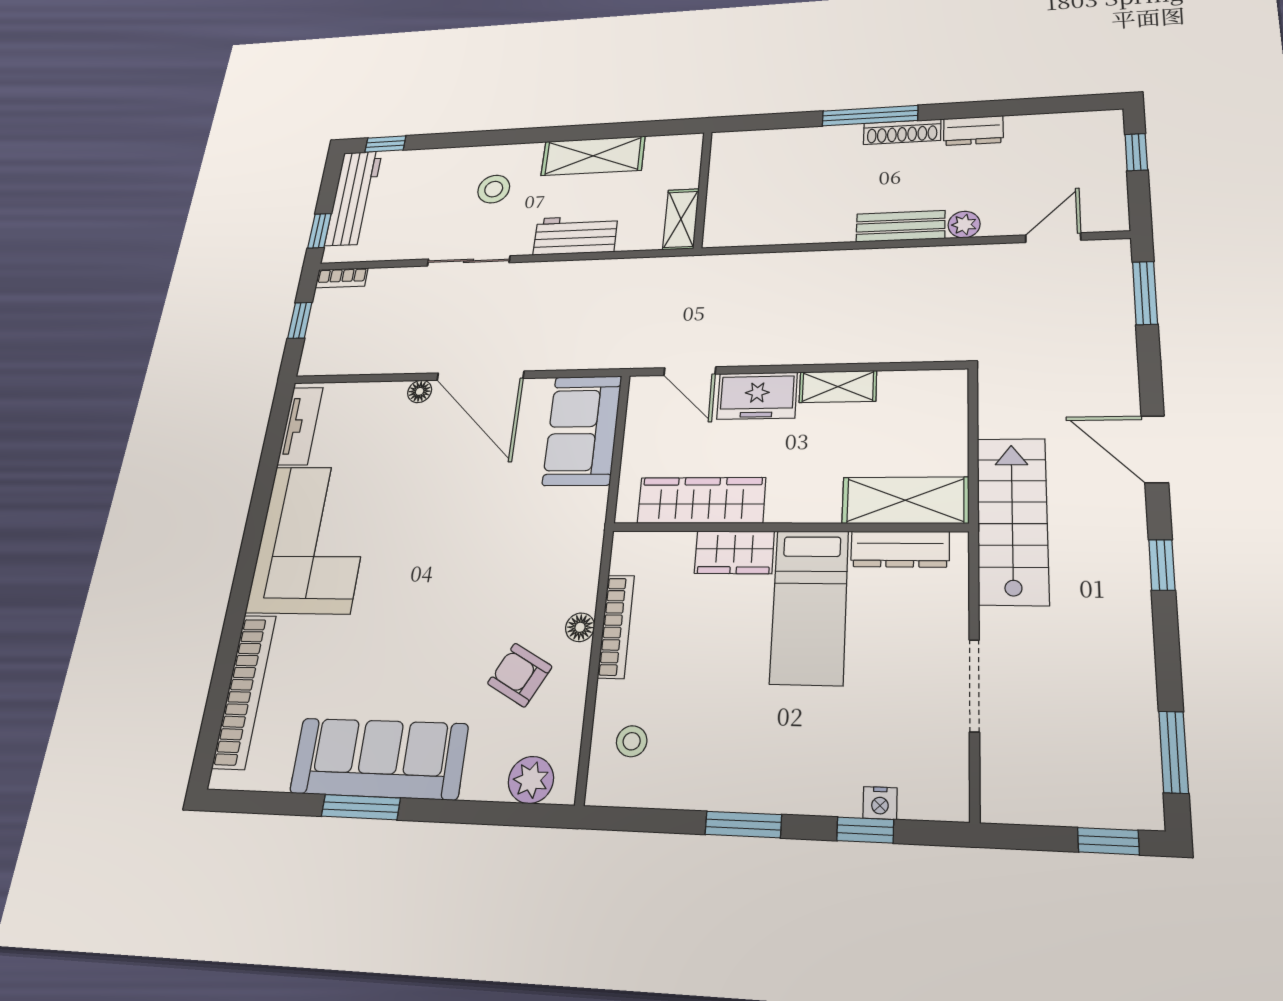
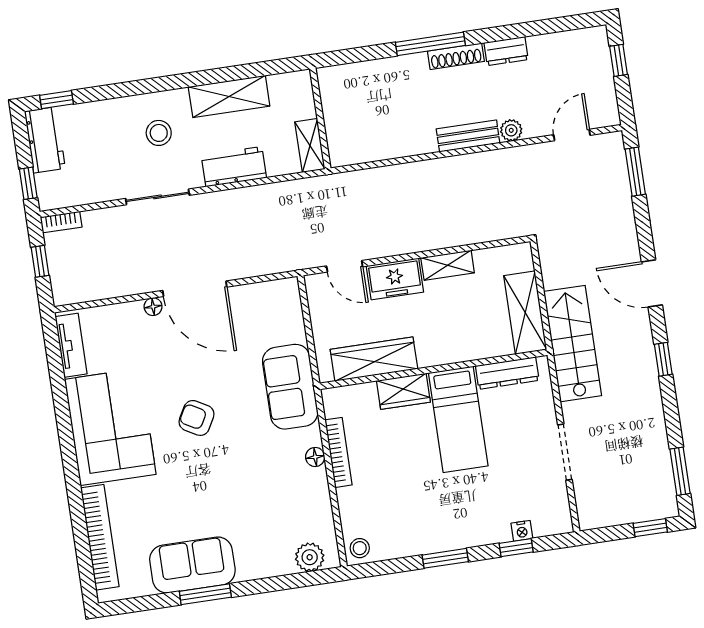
workbench: (354, 198) -> (45, 140), width x0.73
sofa: (582, 430) -> (290, 387), moved
shelving: (905, 500) -> (525, 313), moved, turned 90
armchair: (520, 675) -> (197, 418), moved
stool: (632, 741) -> (360, 548), moved
sofa: (379, 759) -> (192, 565), width x0.73

